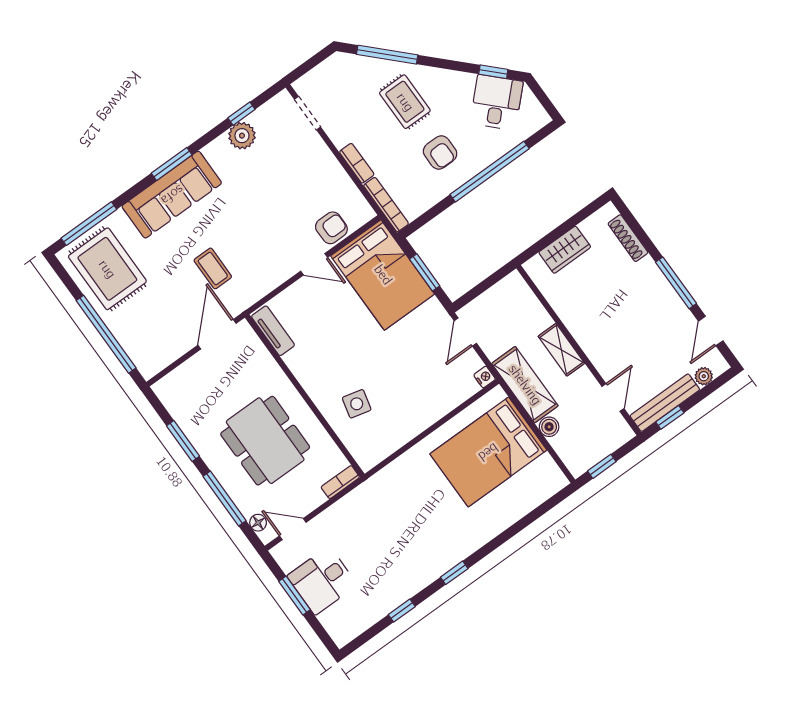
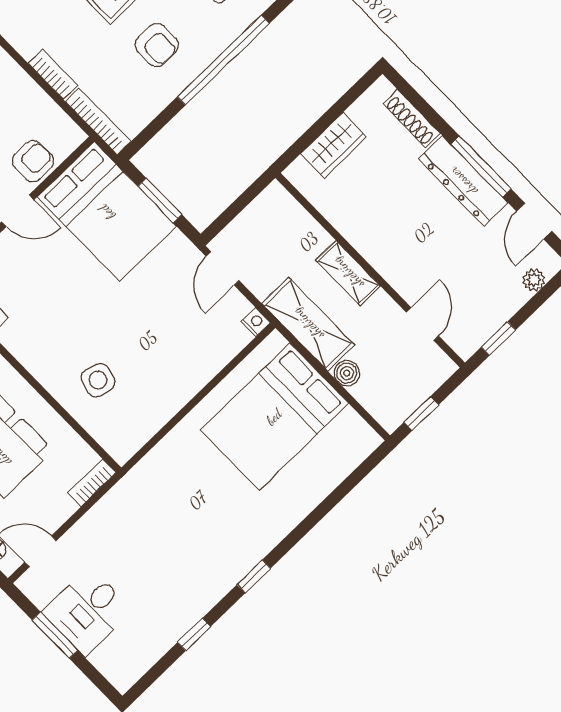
dresser: (660, 292) -> (463, 181), added
bench: (665, 403) -> (489, 321), removed

